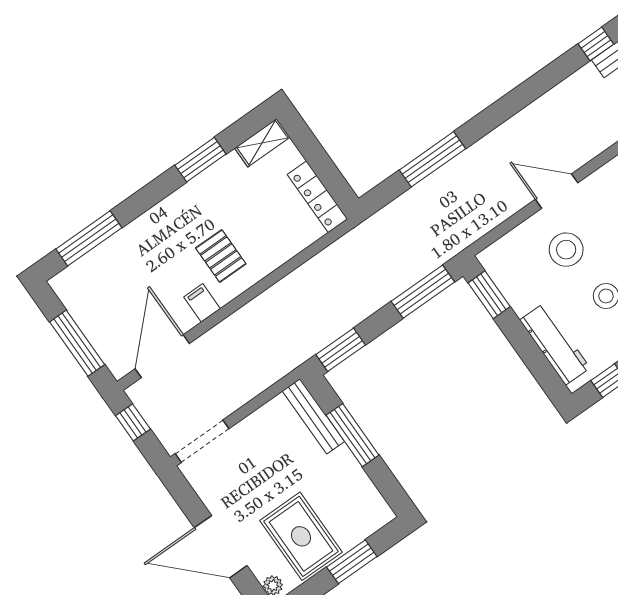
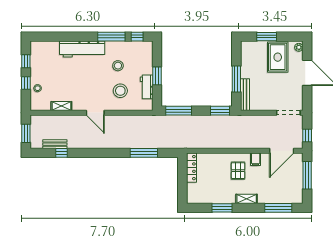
shelving: (262, 143) -> (247, 199), moved
door: (557, 191) -> (95, 113), moved
window: (489, 295) -> (157, 76), moved
workbench: (555, 344) -> (147, 87), moved, width x0.73

